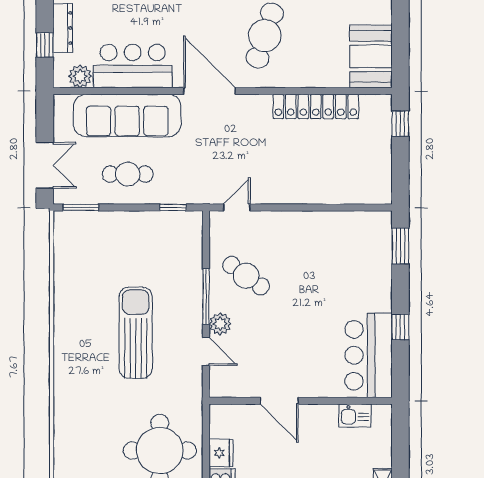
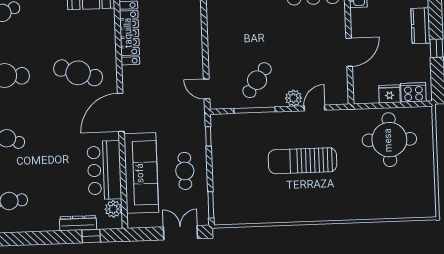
window: (206, 297) -> (255, 110), moved

